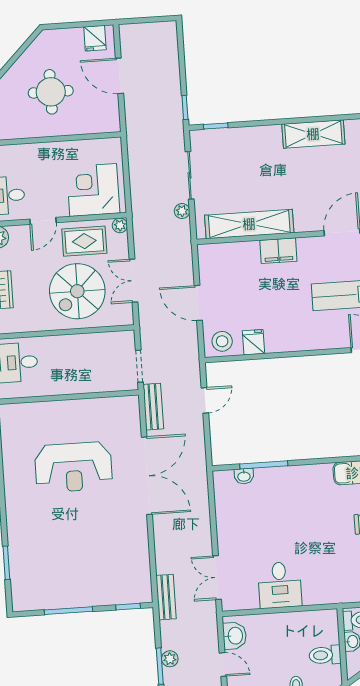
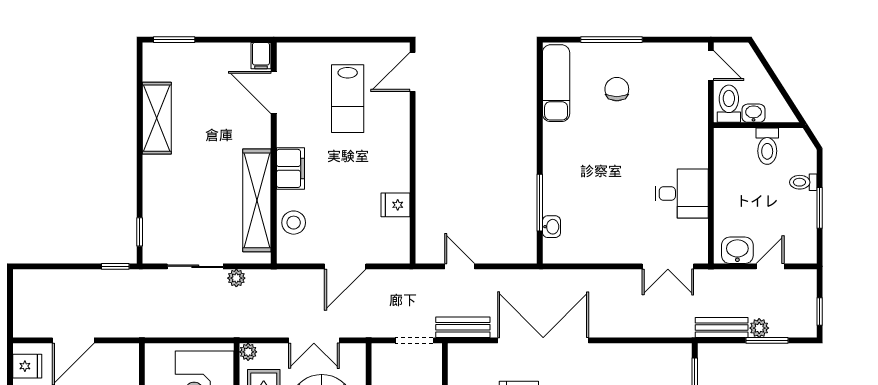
stool: (222, 341) -> (294, 223), moved
bench: (166, 597) -> (722, 328), moved

